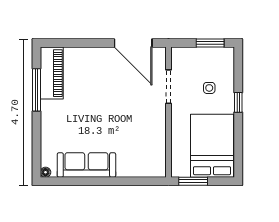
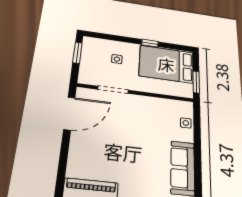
window: (238, 102) -> (150, 43), moved
side table: (139, 169) -> (186, 123), added

